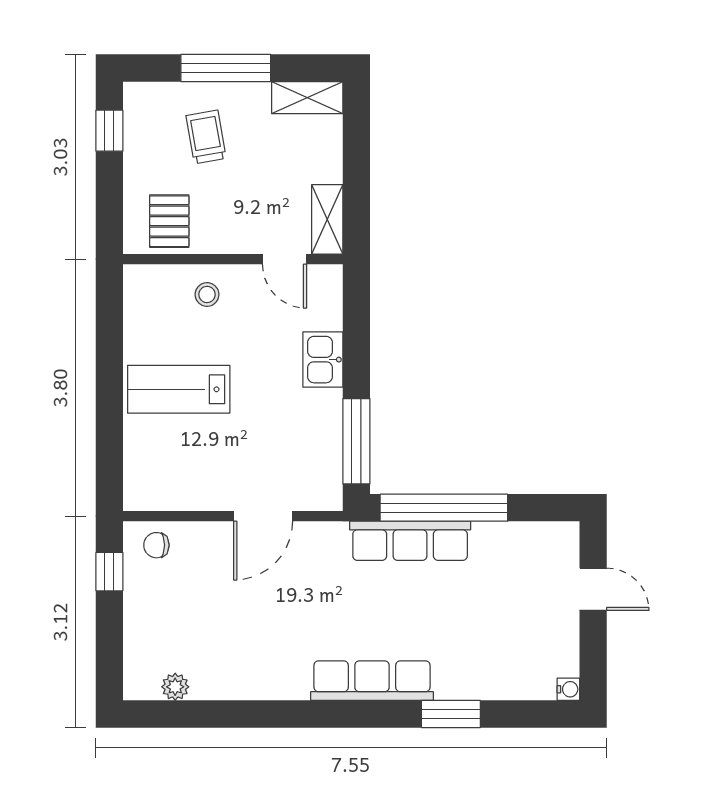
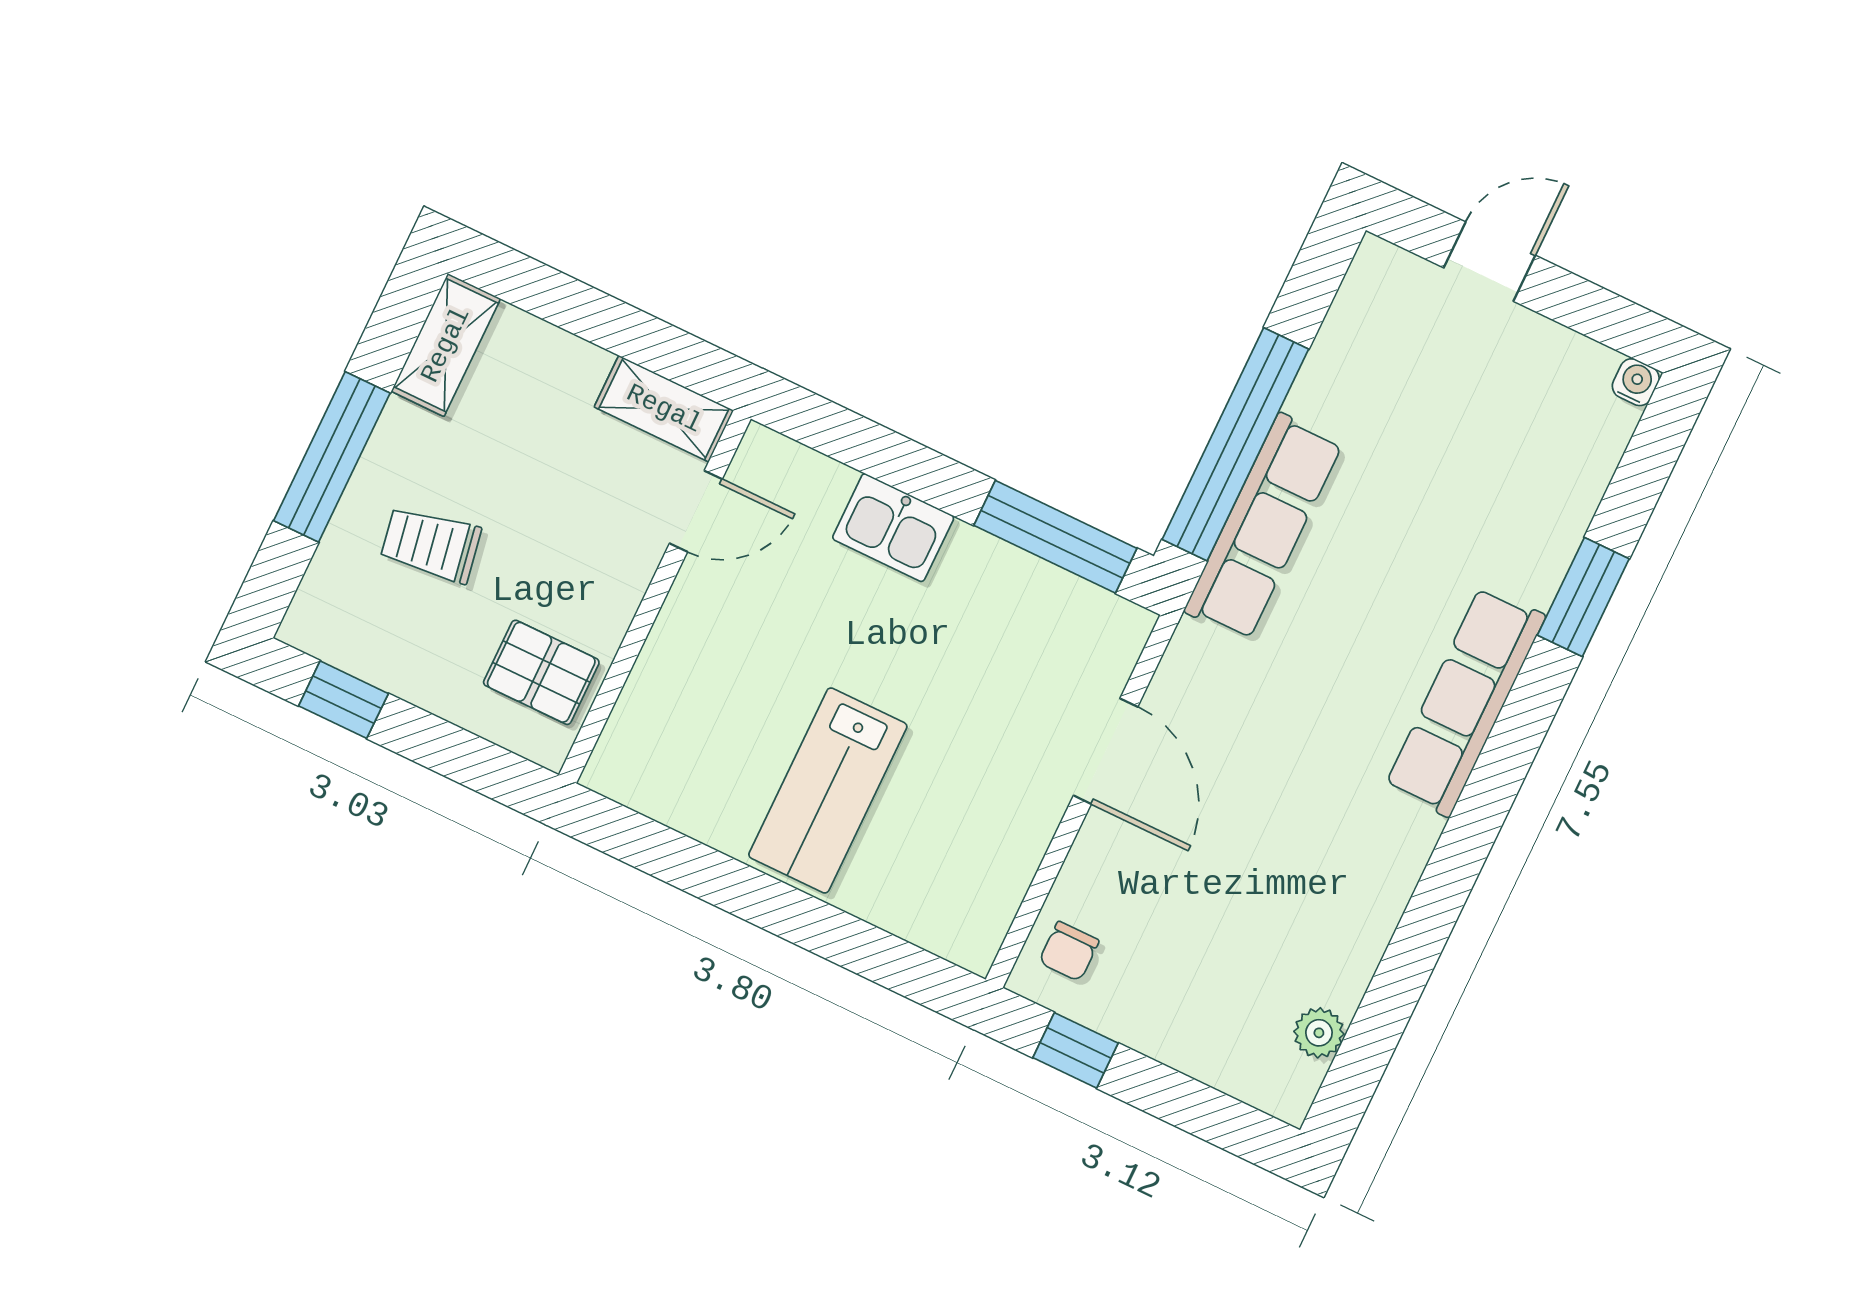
stool: (207, 294) -> (693, 668), removed

